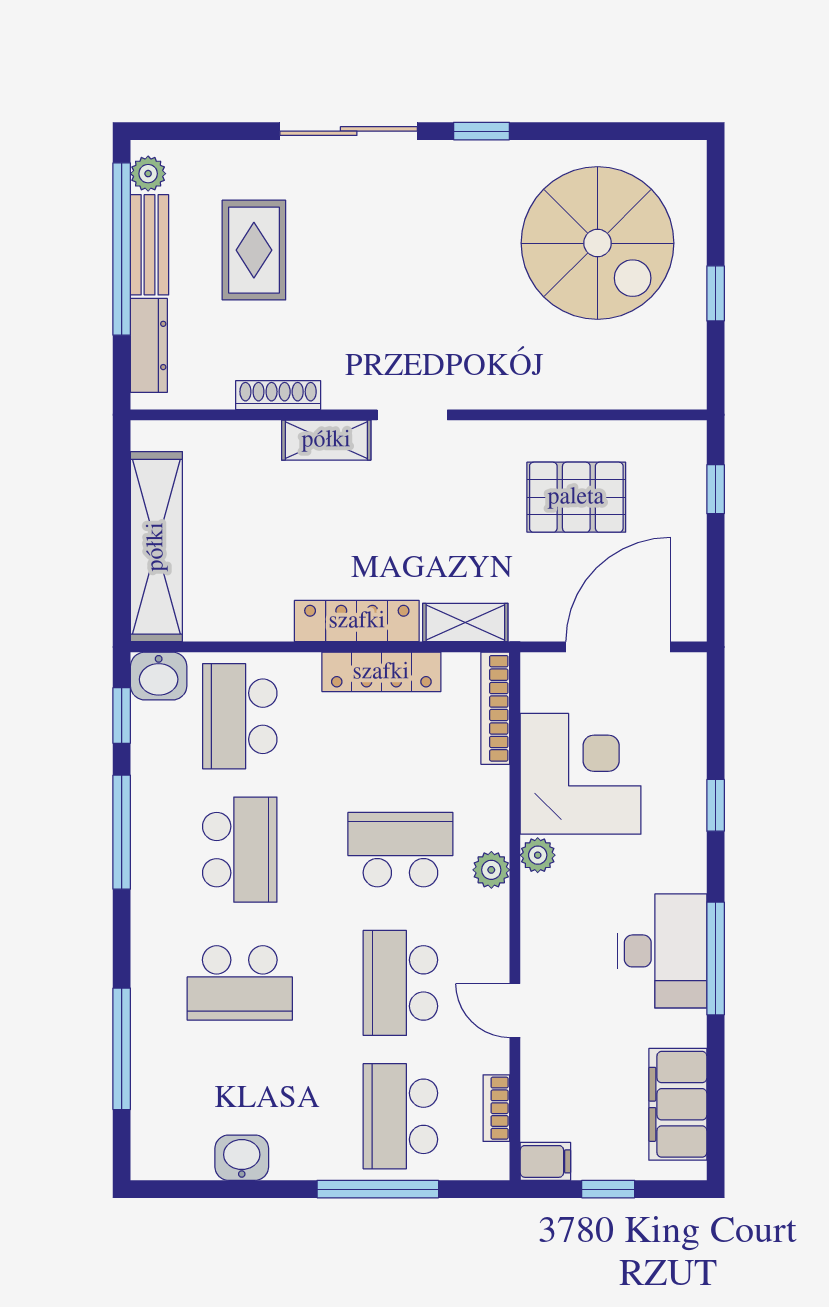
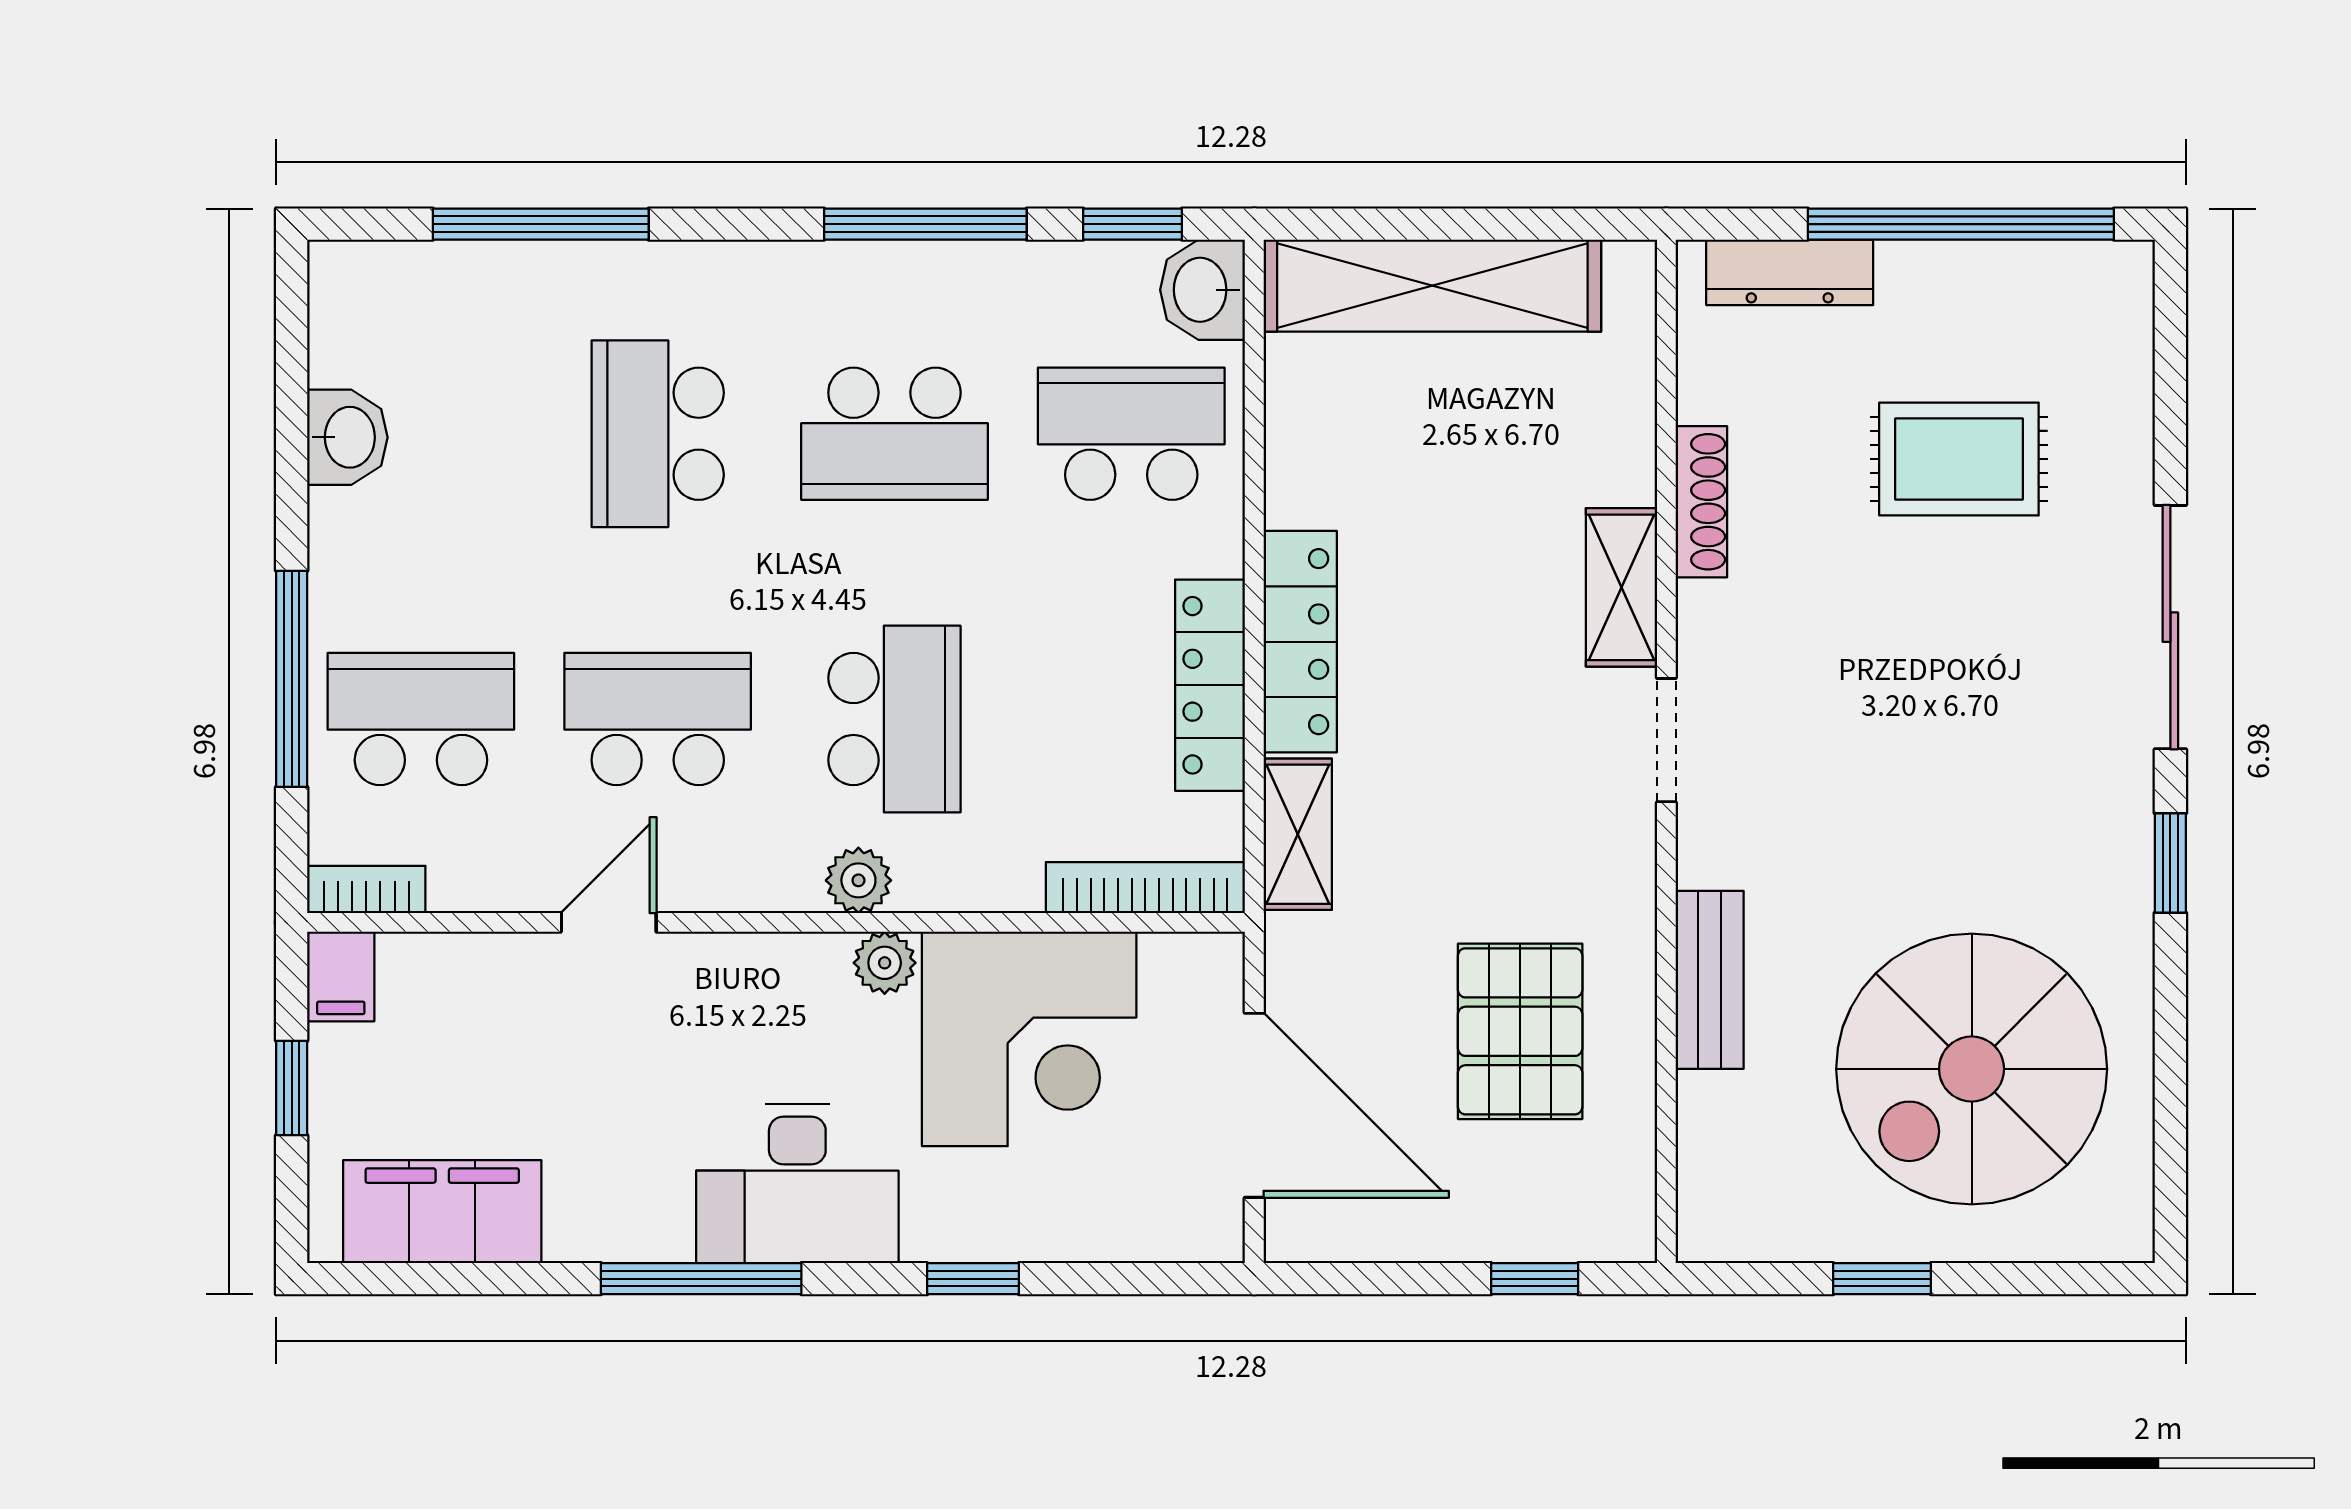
plant: (148, 174) -> (2095, 271), removed
bench: (150, 245) -> (1710, 980), moved, turned 90
desk: (662, 951) -> (797, 1183), moved
bookcase: (496, 1108) -> (366, 889), moved

